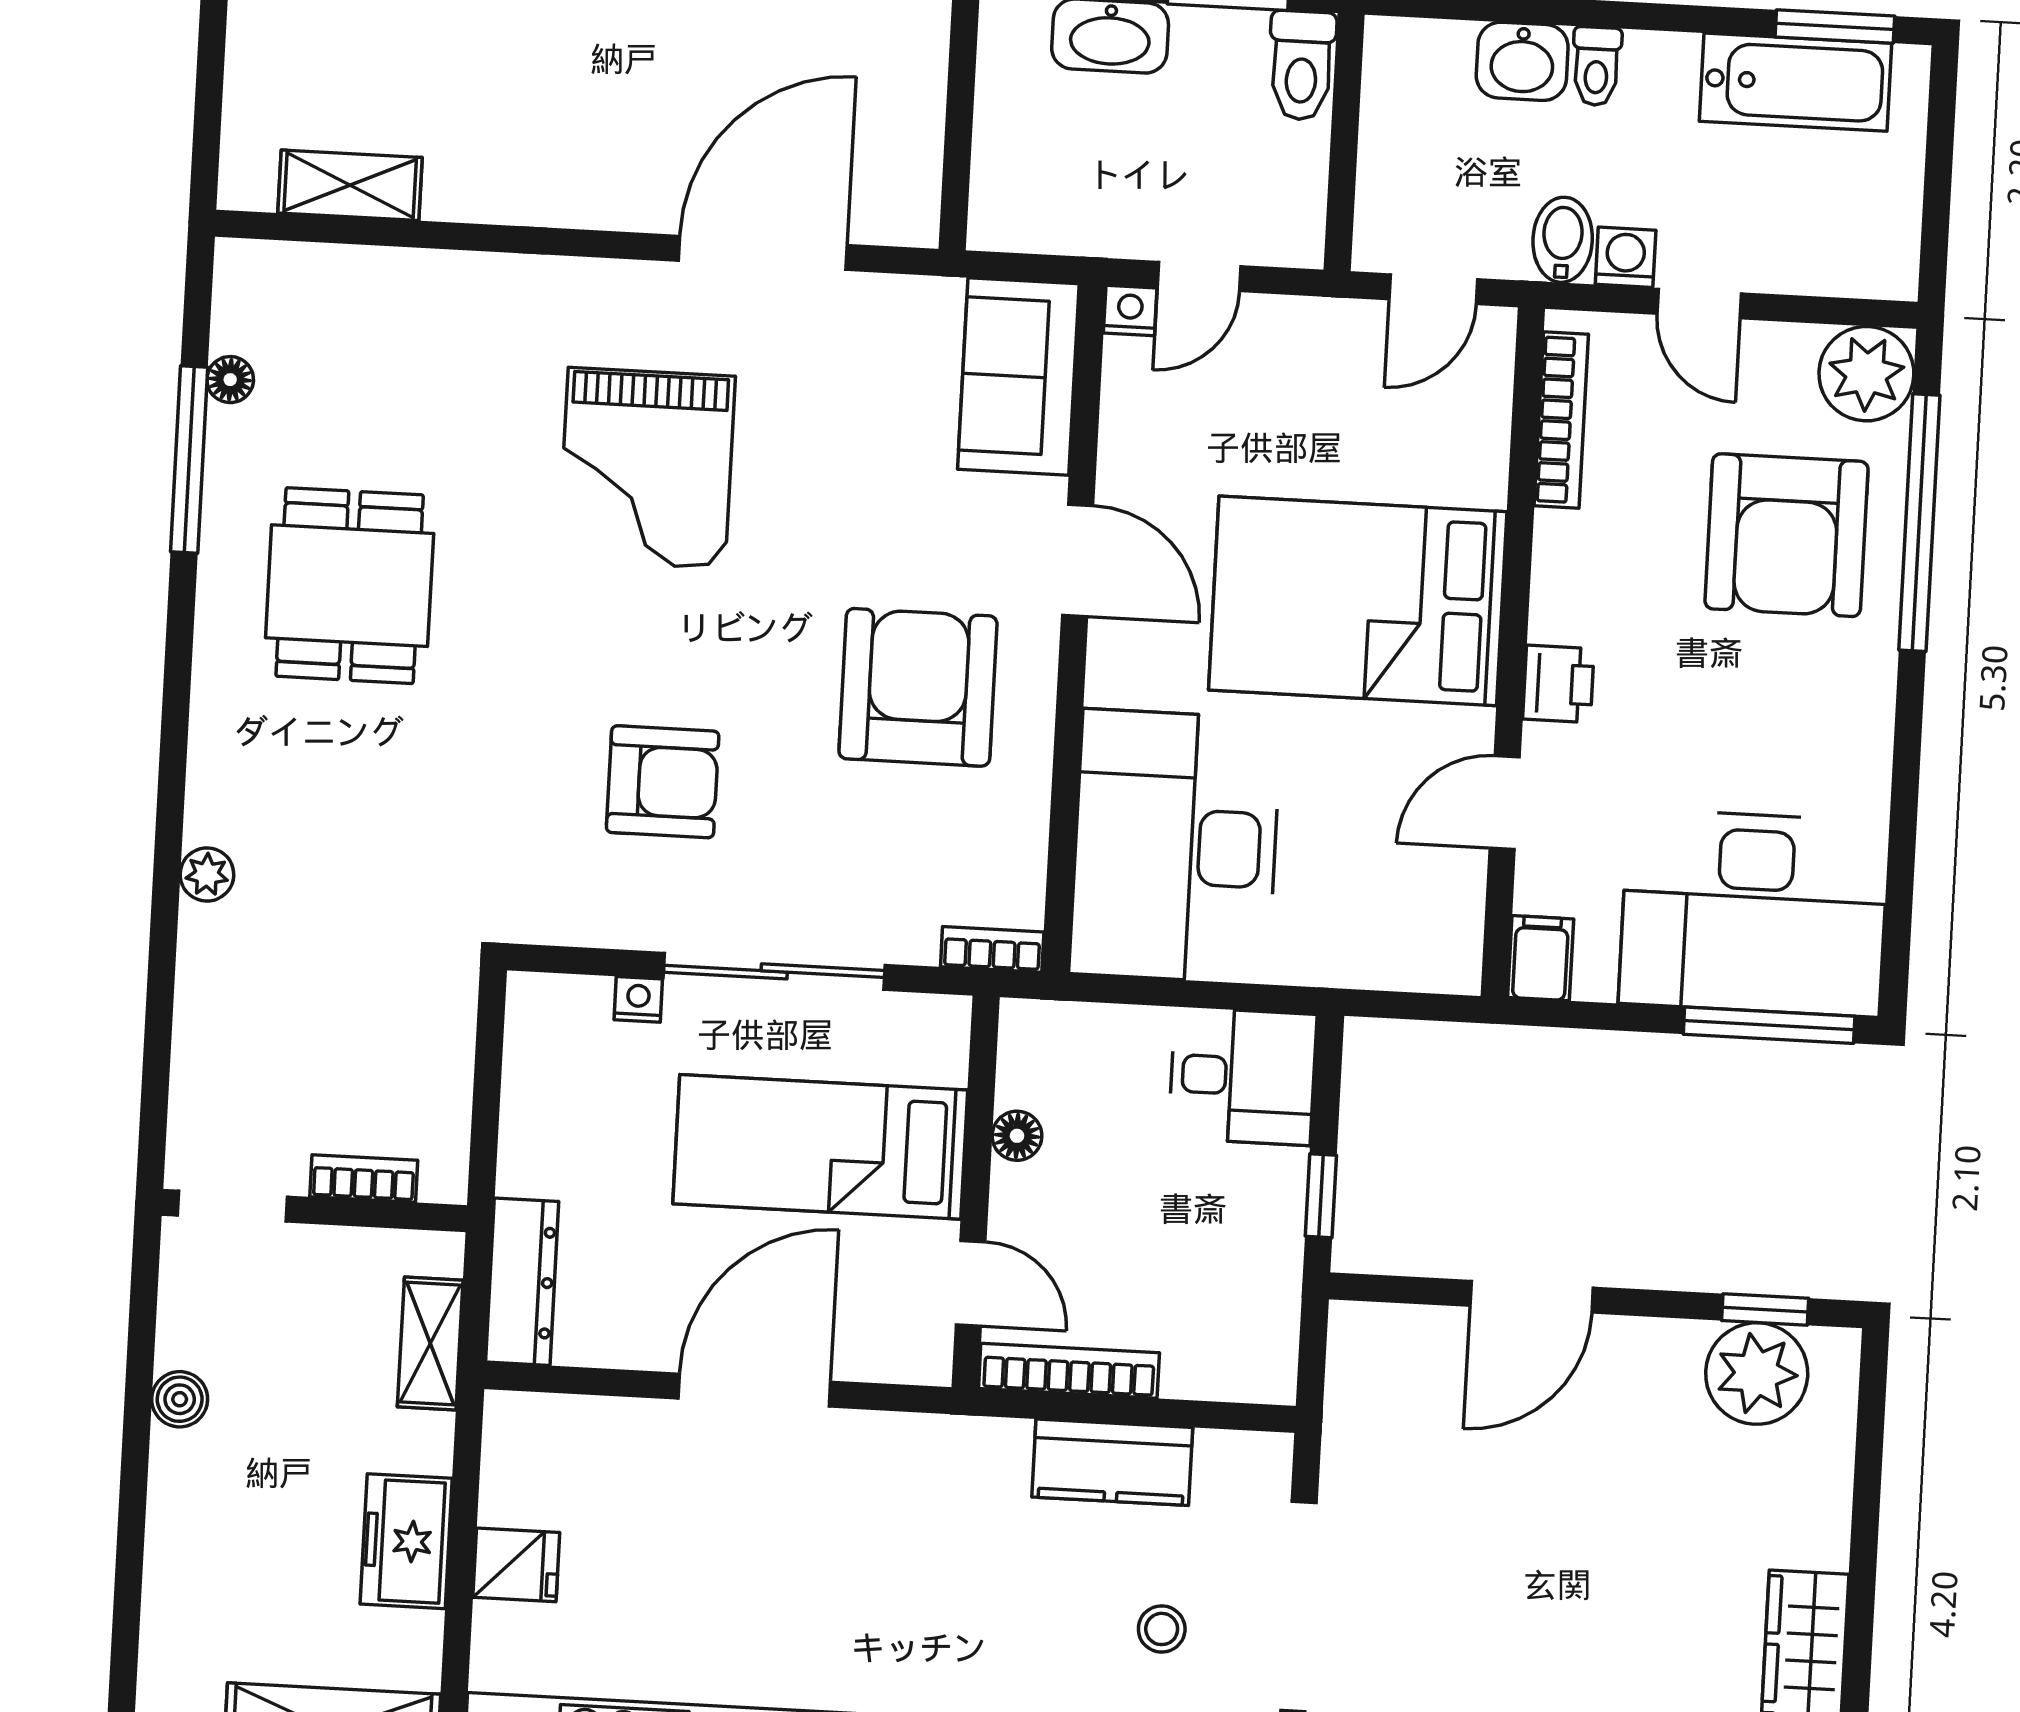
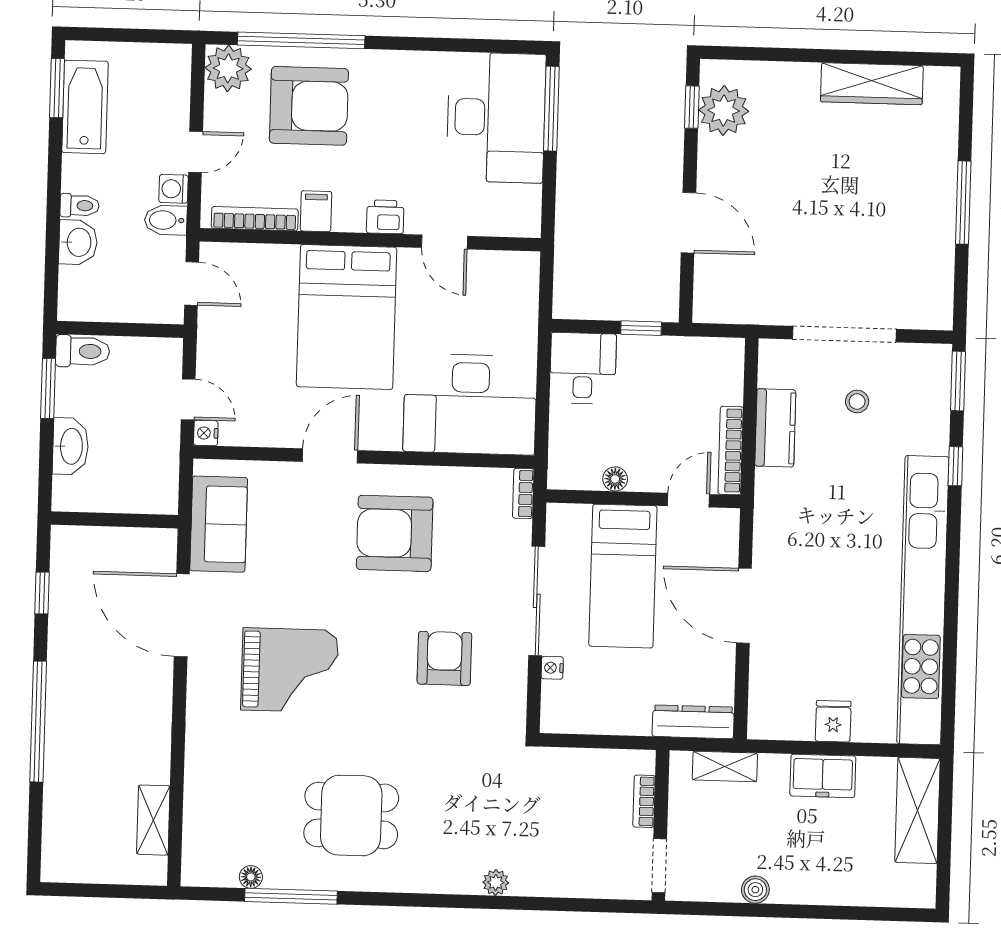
sofa: (1018, 376) -> (219, 524), moved, turned -90
filing cabinet: (1541, 958) -> (316, 211), moved, turned 90

